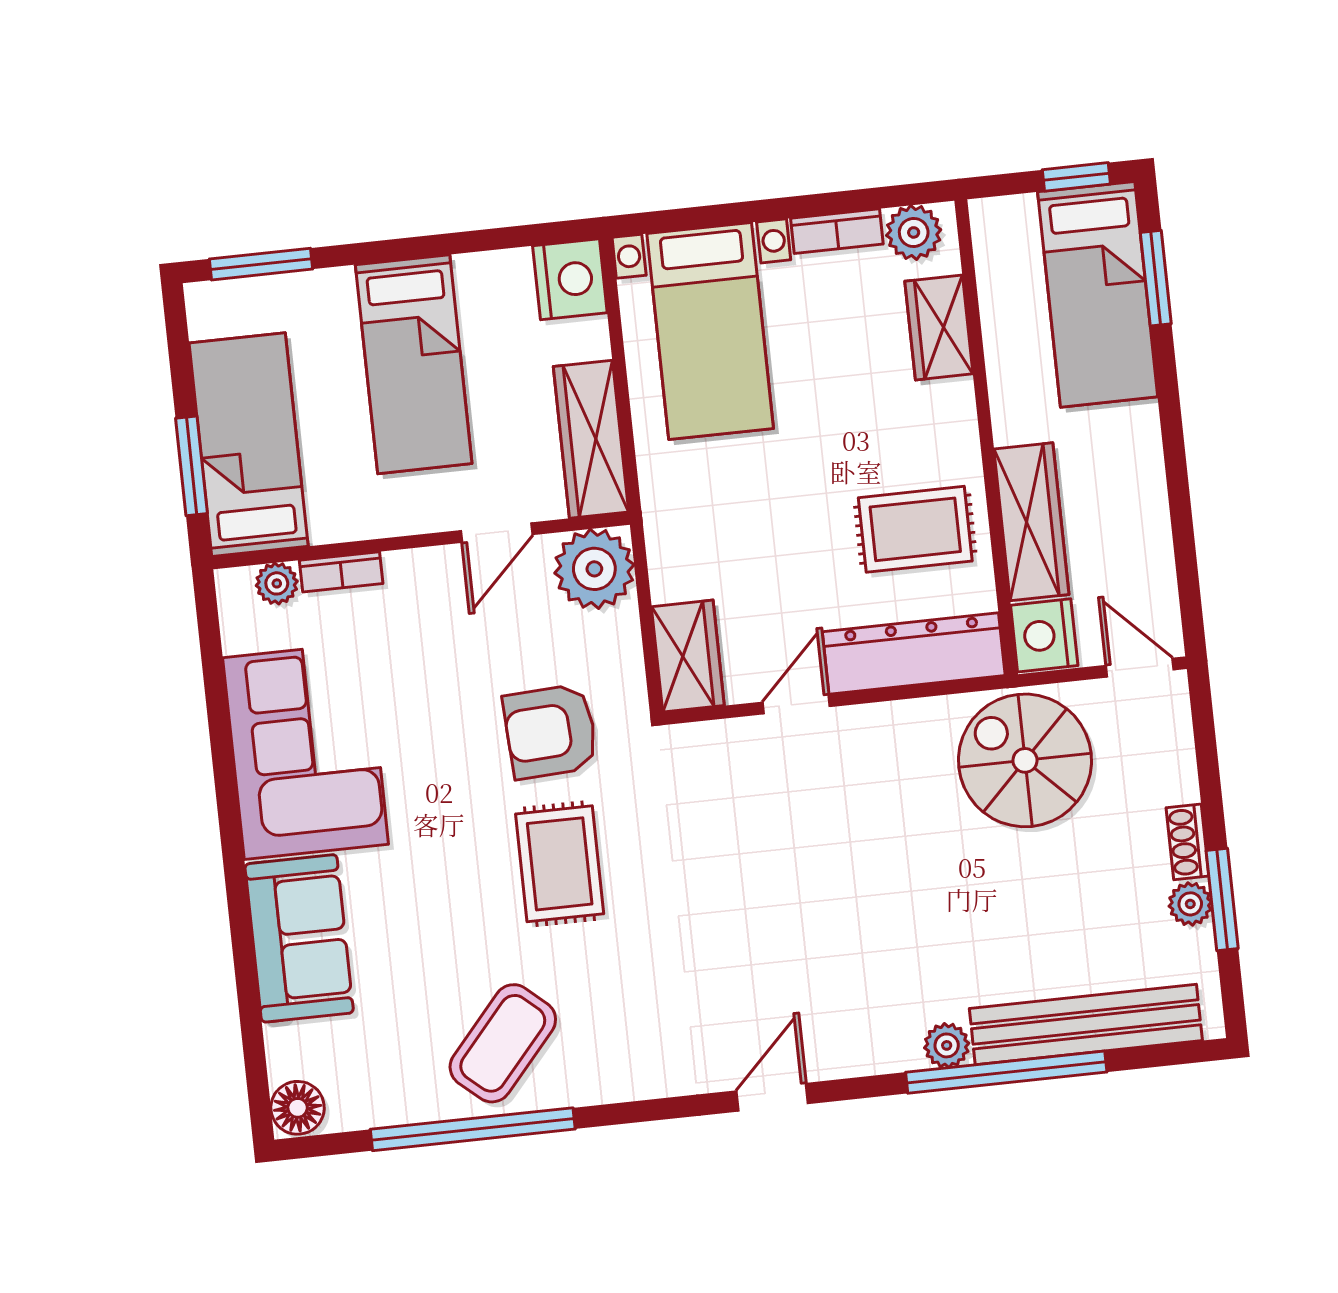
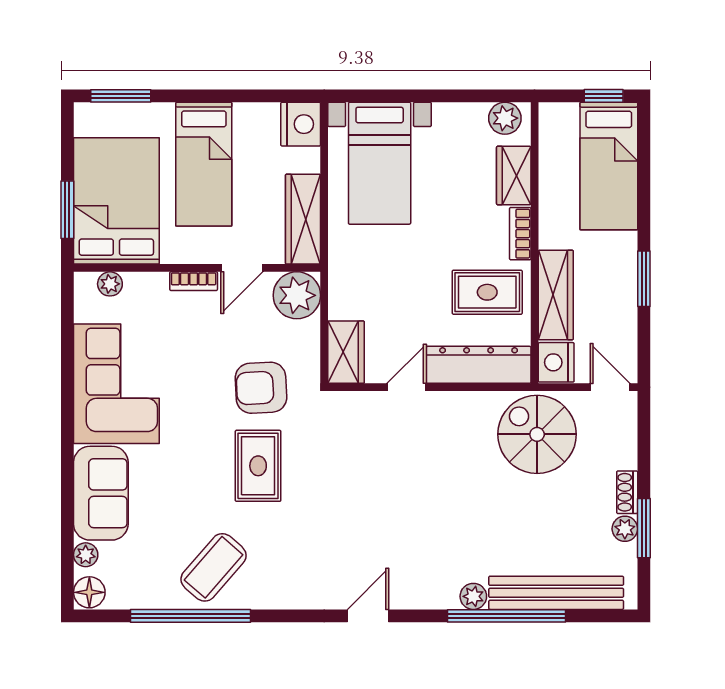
bookcase: (837, 231) -> (520, 234), moved, turned 90
window: (1156, 278) -> (644, 279), moved
bed: (249, 445) -> (116, 201), width x1.50
bookcase: (341, 572) -> (194, 281), moved
plant: (285, 1045) -> (86, 555), added

